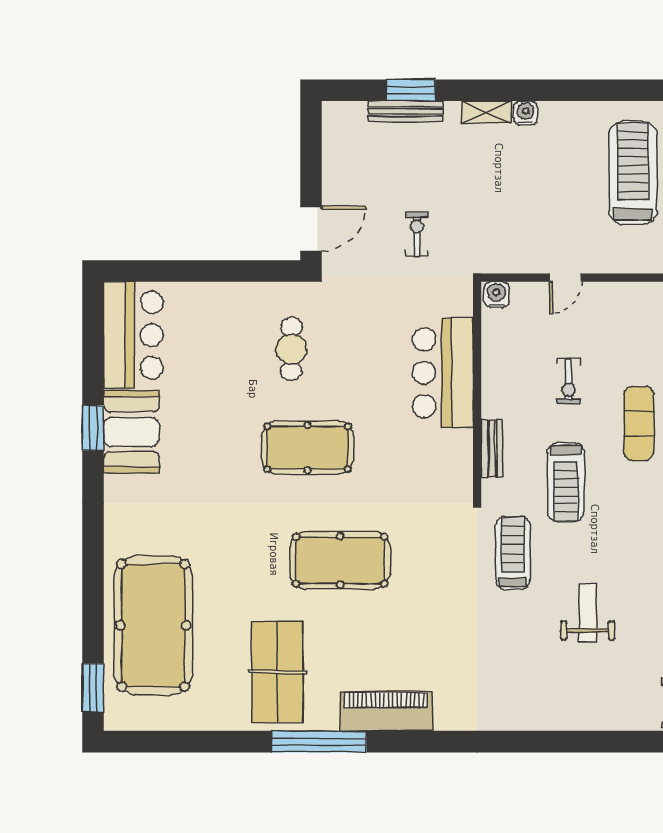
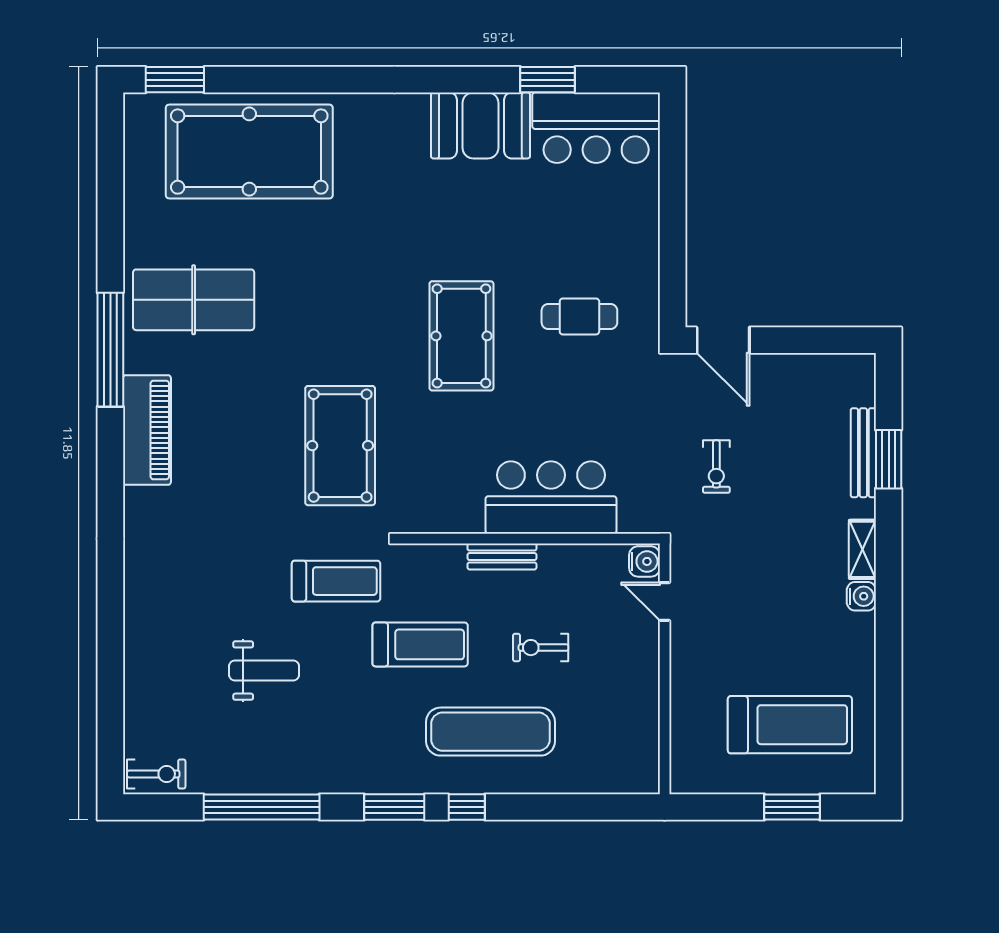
exercise bike: (417, 234) -> (716, 467), turned 90
door: (566, 278) -> (665, 601), moved
exercise mat: (639, 423) -> (490, 732), width x1.36, depth x1.45
window: (93, 428) -> (548, 80), moved
bench: (492, 449) -> (502, 557), moved
treadmill: (566, 482) -> (420, 644), turned 180
pool table: (340, 560) -> (340, 446), moved

